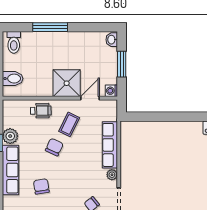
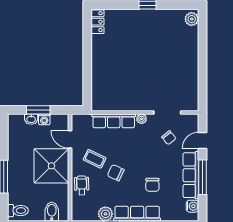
washbasin: (112, 40) -> (31, 119), moved
shower: (67, 83) -> (51, 166), width x1.37, depth x1.37
washing machine: (111, 91) -> (44, 119), moved
chair: (41, 186) -> (152, 185), turned -81

